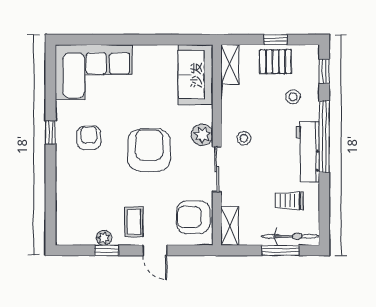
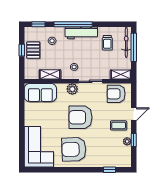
shelving: (230, 64) -> (50, 74), moved
window: (50, 132) -> (110, 170), moved
armchair: (89, 138) -> (74, 149), width x1.88, depth x1.88
armchair: (193, 217) -> (116, 94), turned 90
window: (281, 250) -> (134, 47), width x1.44

